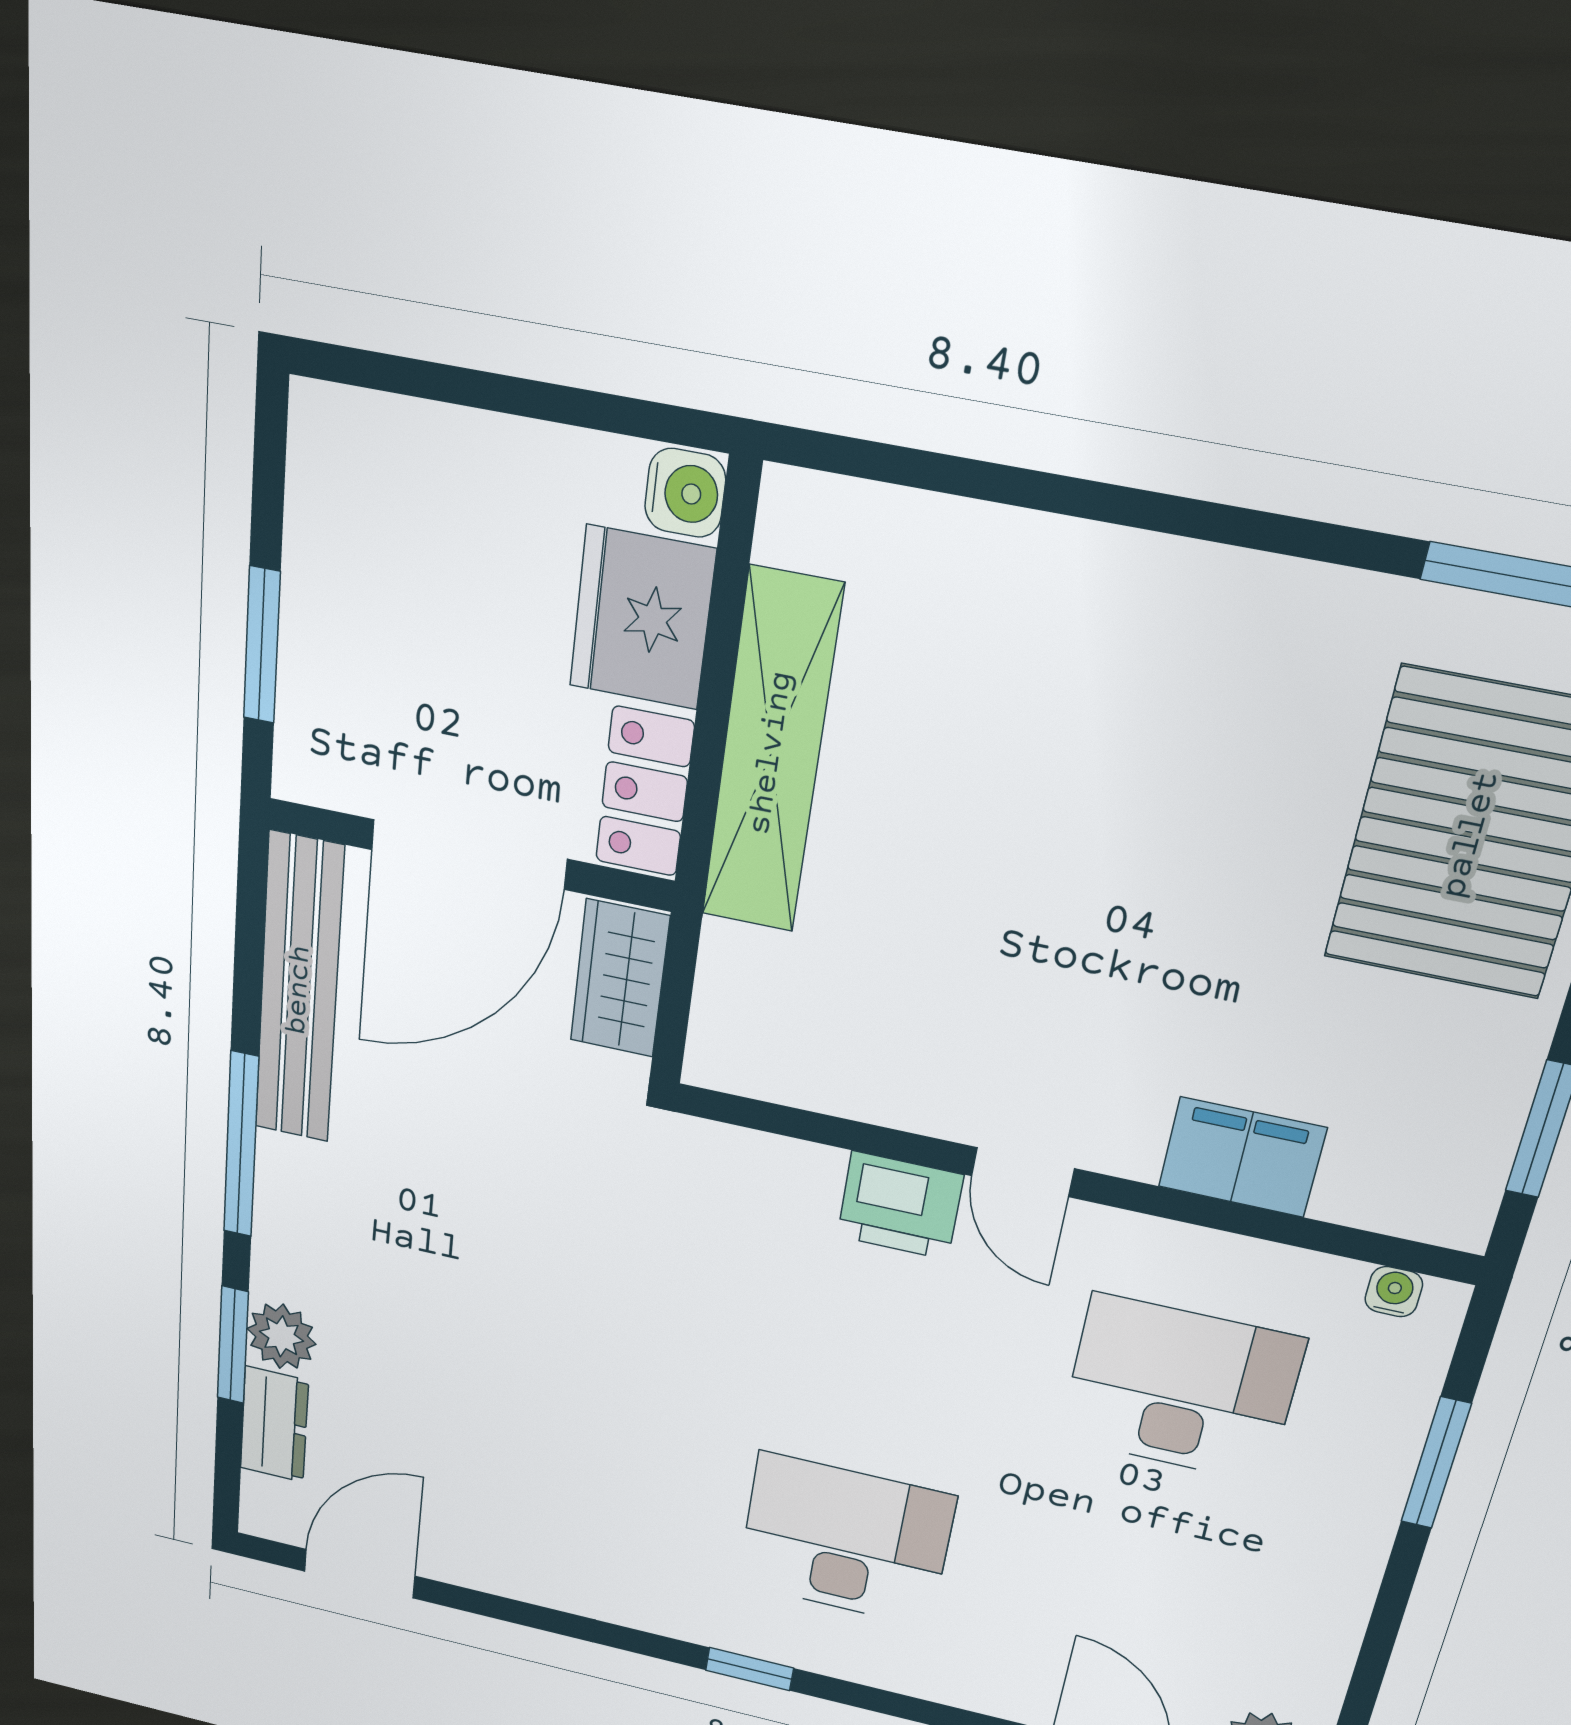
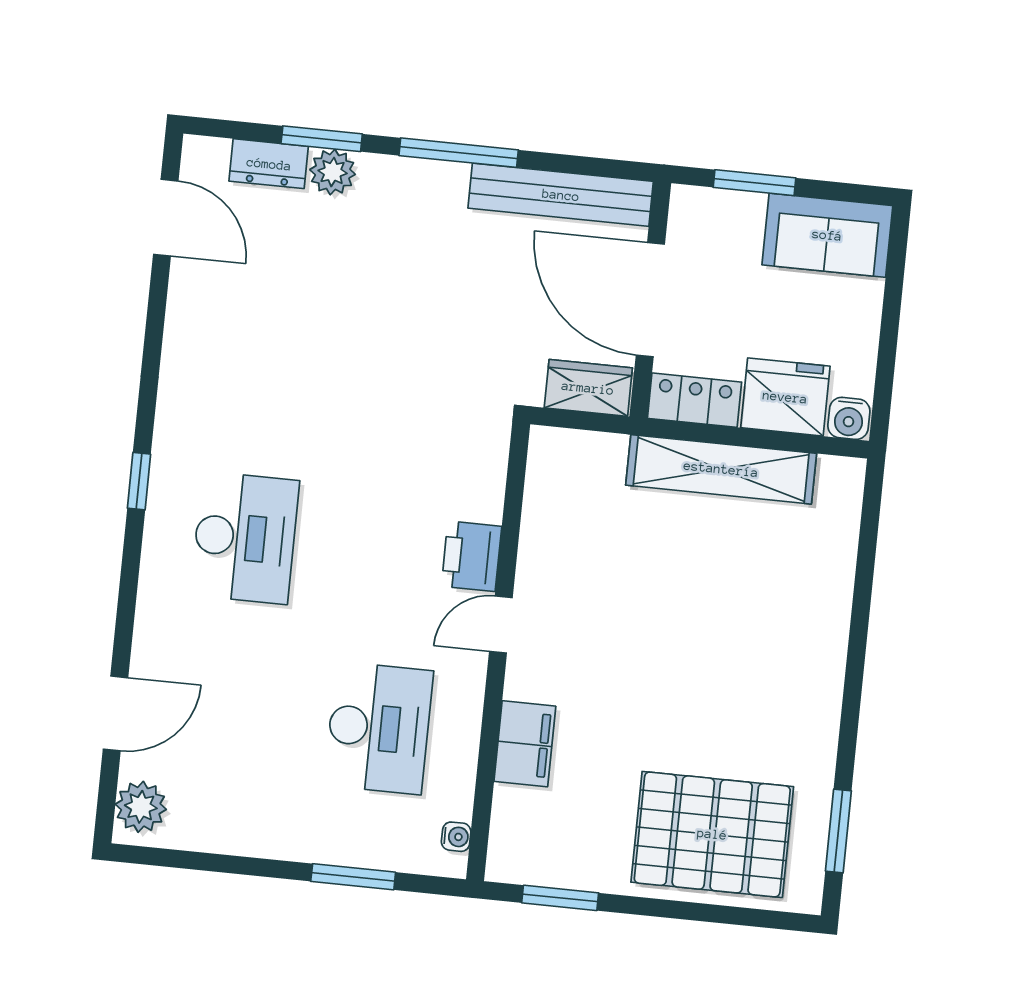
sofa: (348, 511) -> (827, 235), added

